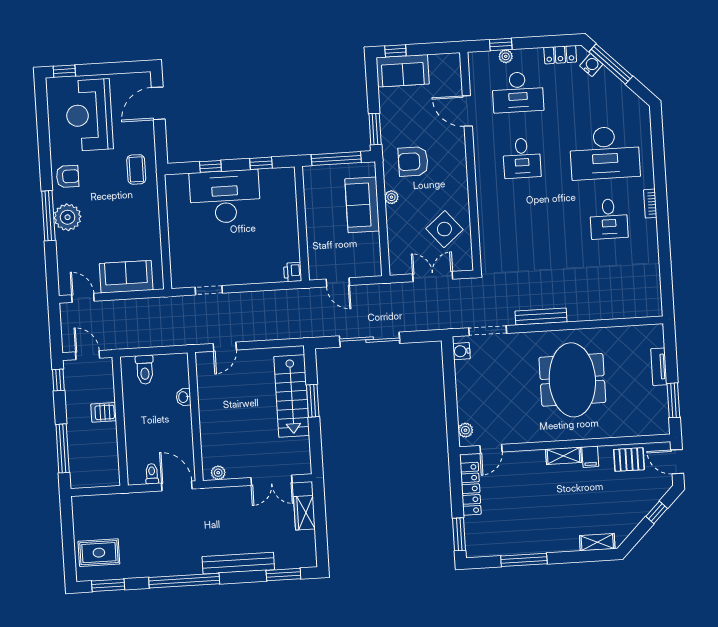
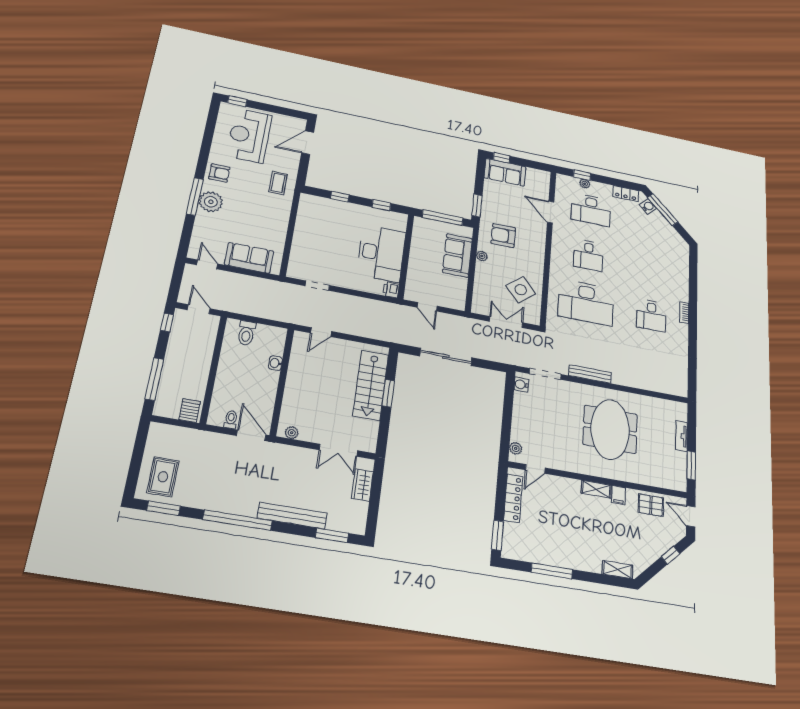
desk: (605, 153) -> (586, 302), moved
desk: (225, 197) -> (381, 253), moved, turned 90
server rack: (104, 412) -> (190, 410), moved, turned 90
rug: (99, 553) -> (163, 477), turned 90

